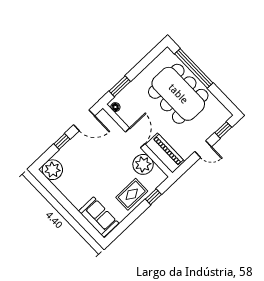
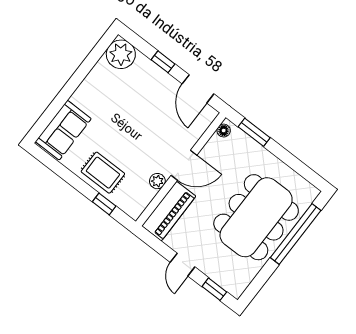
plant: (143, 164) -> (157, 181), width x0.53, depth x0.53

